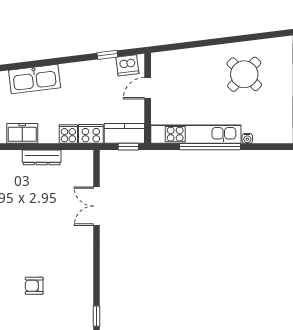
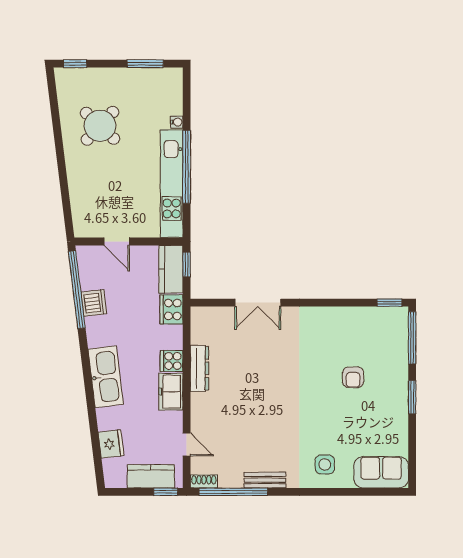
window: (107, 55) -> (77, 290), width x3.17
dishwasher: (127, 65) -> (94, 303), moved
cooker: (68, 134) -> (172, 361), moved

